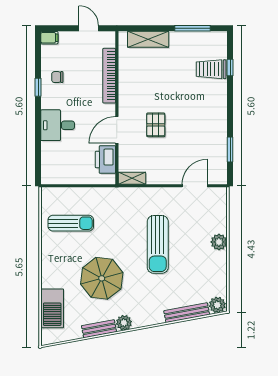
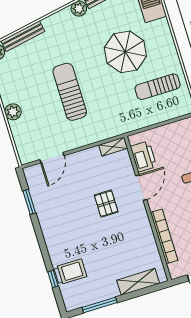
parasol: (102, 278) -> (125, 52), moved

